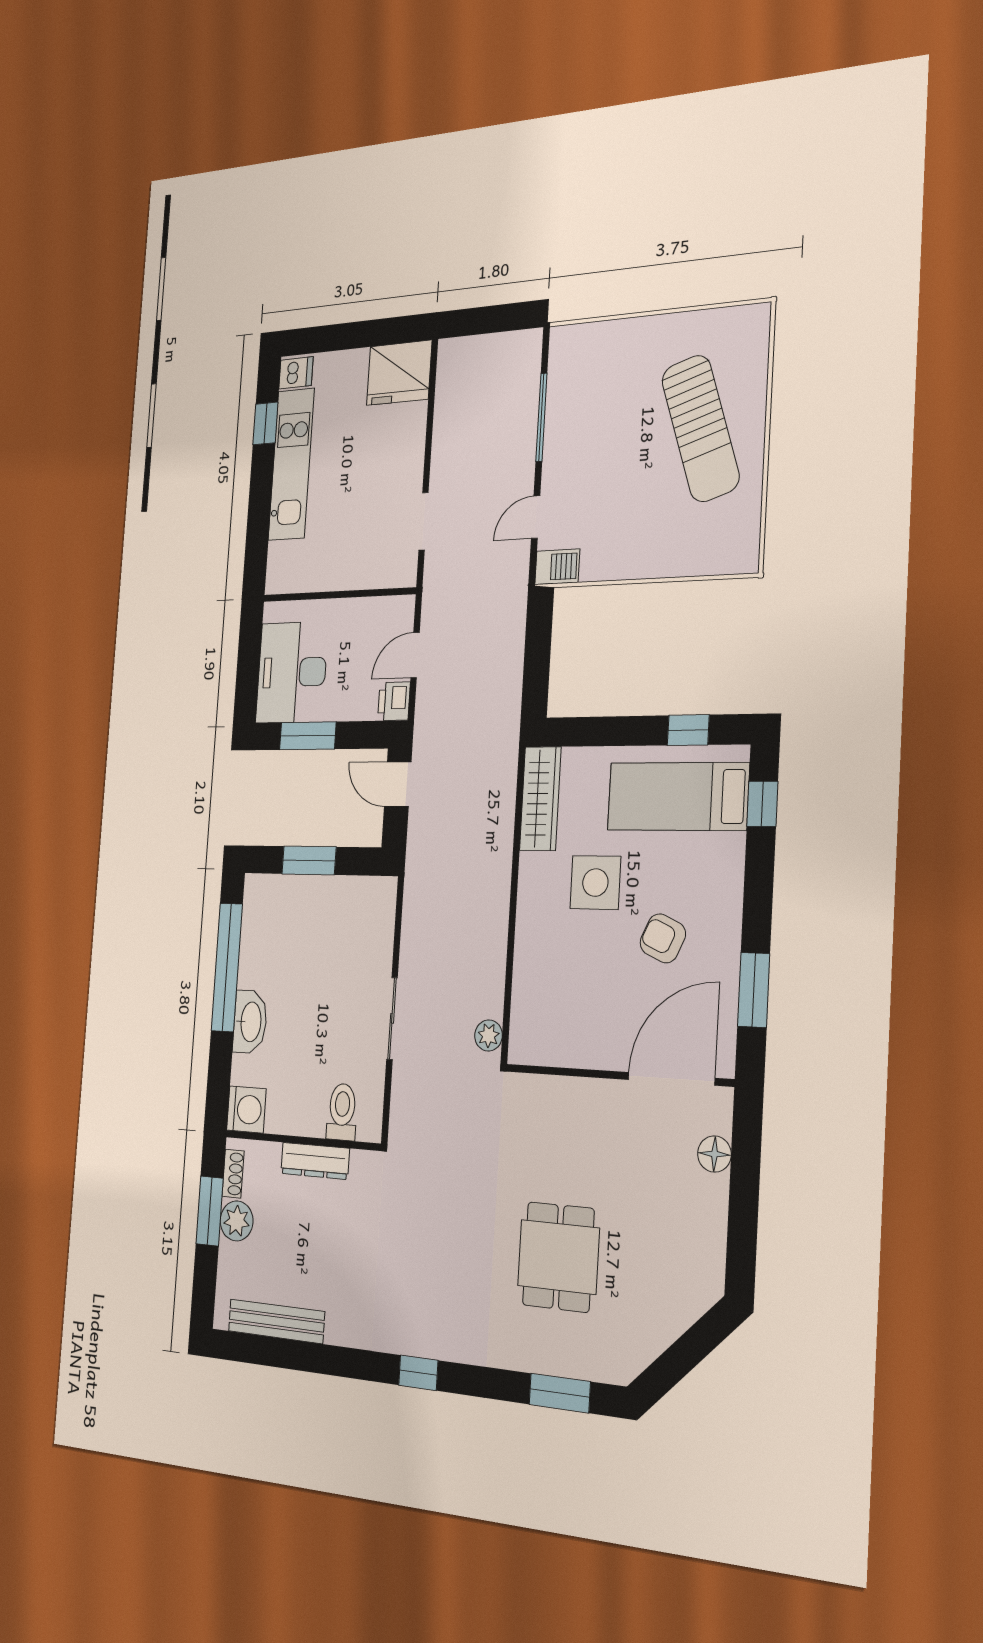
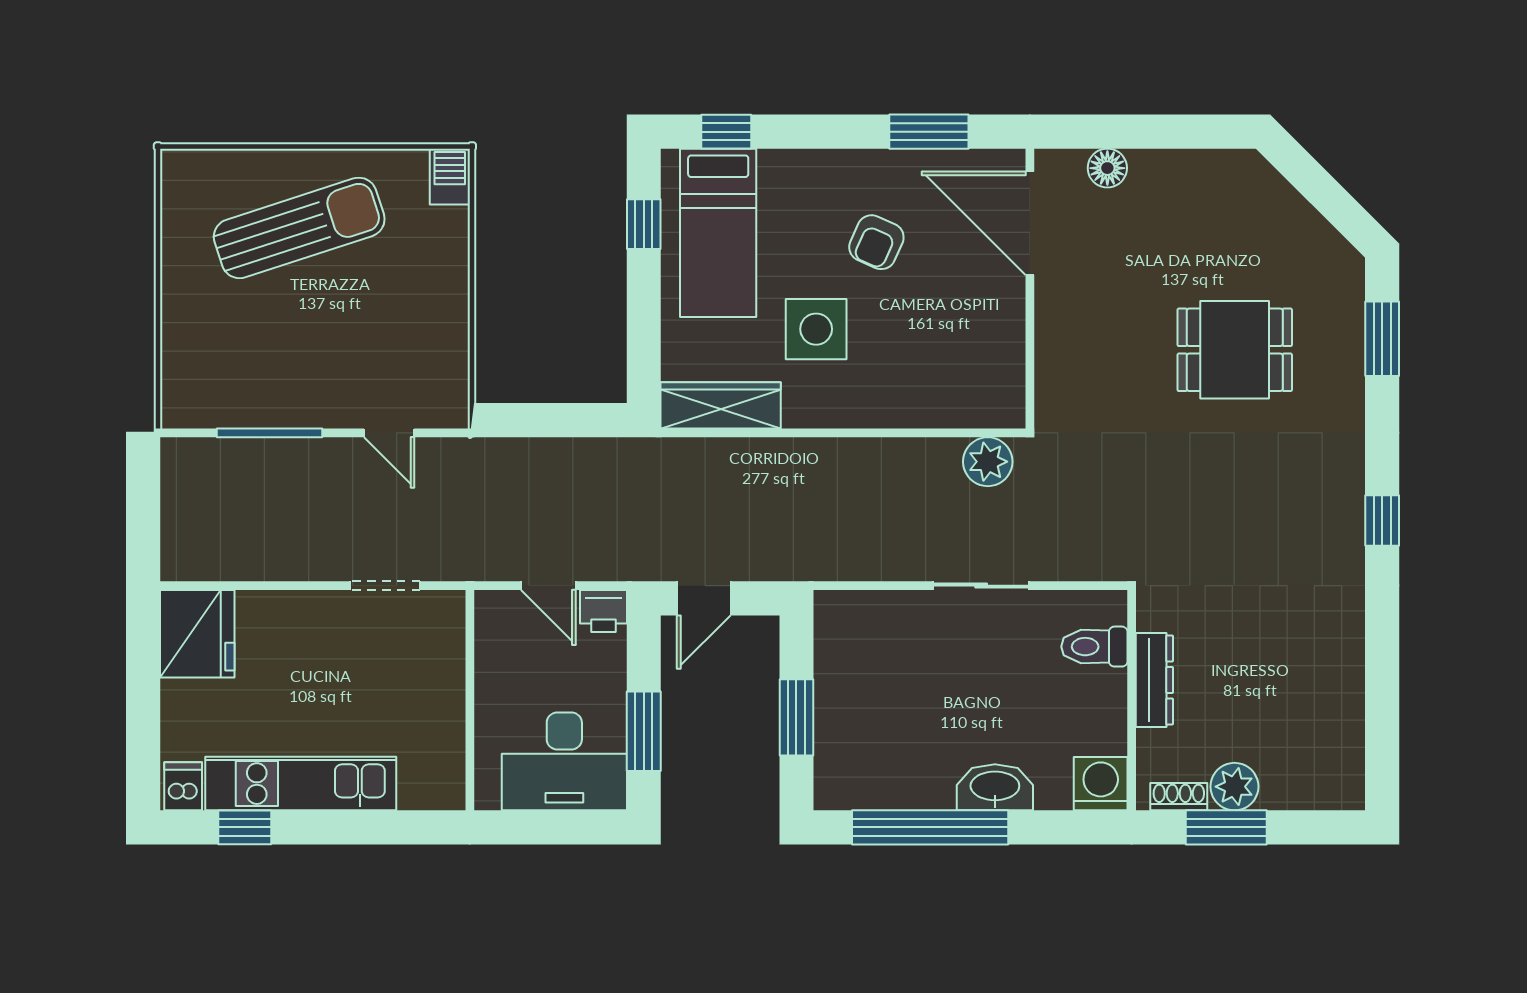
barbecue: (557, 567) -> (450, 177), moved
plant: (489, 1036) -> (988, 462), width x1.38, depth x1.38
bench: (276, 1321) -> (1346, 720), removed

